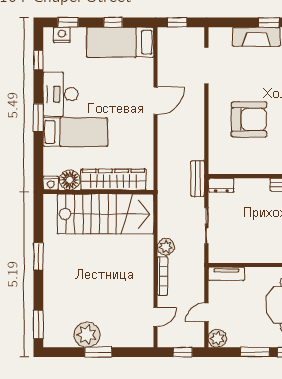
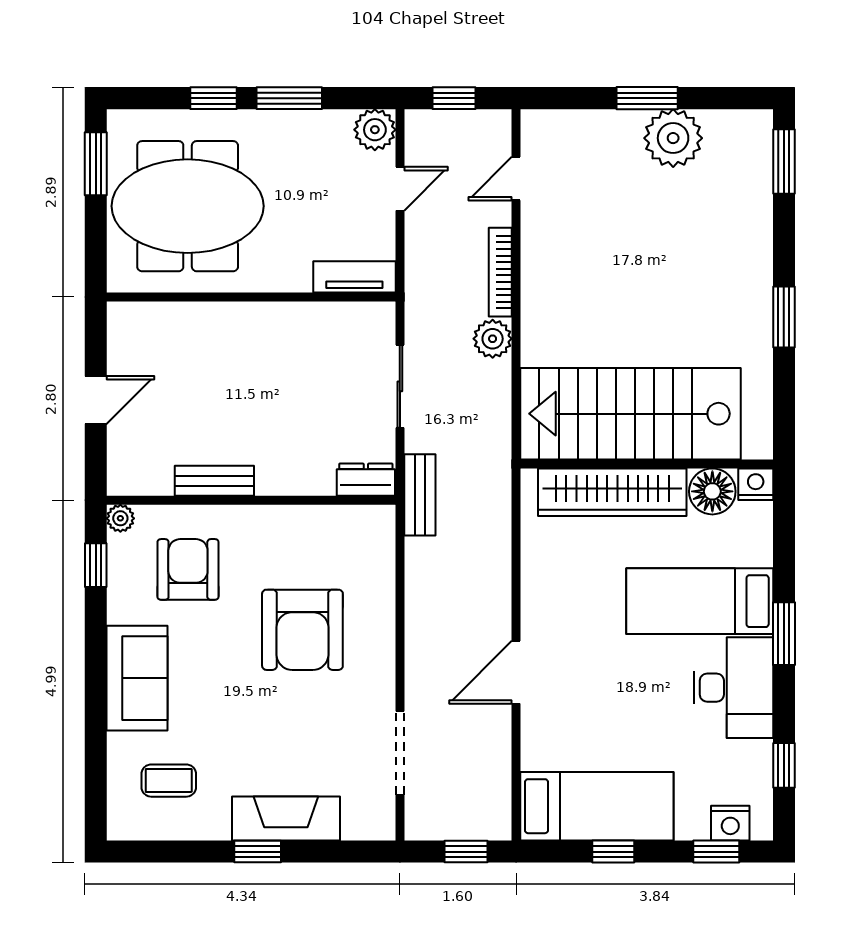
armchair: (249, 119) -> (302, 630), turned -90

